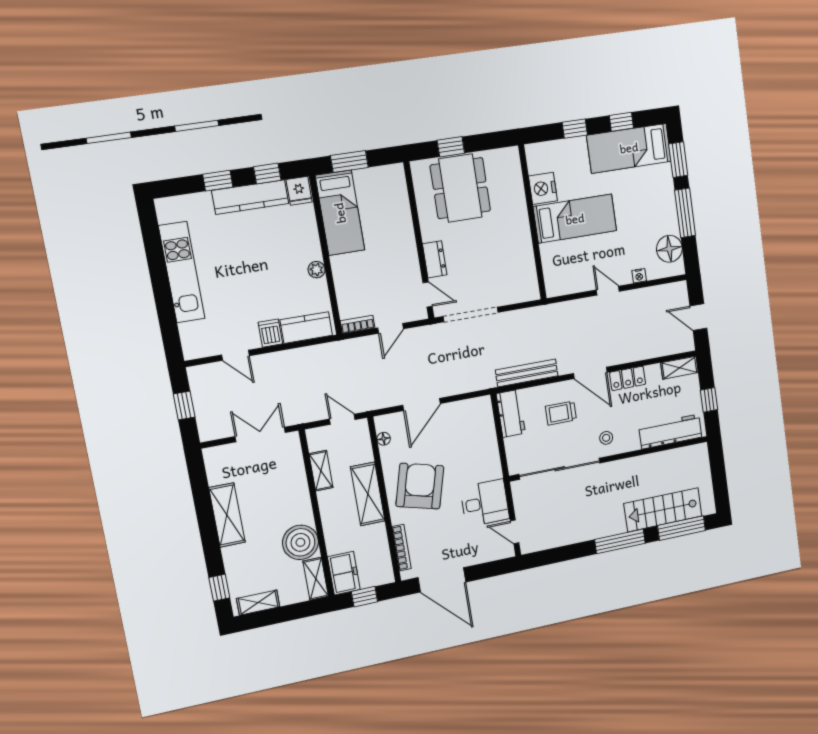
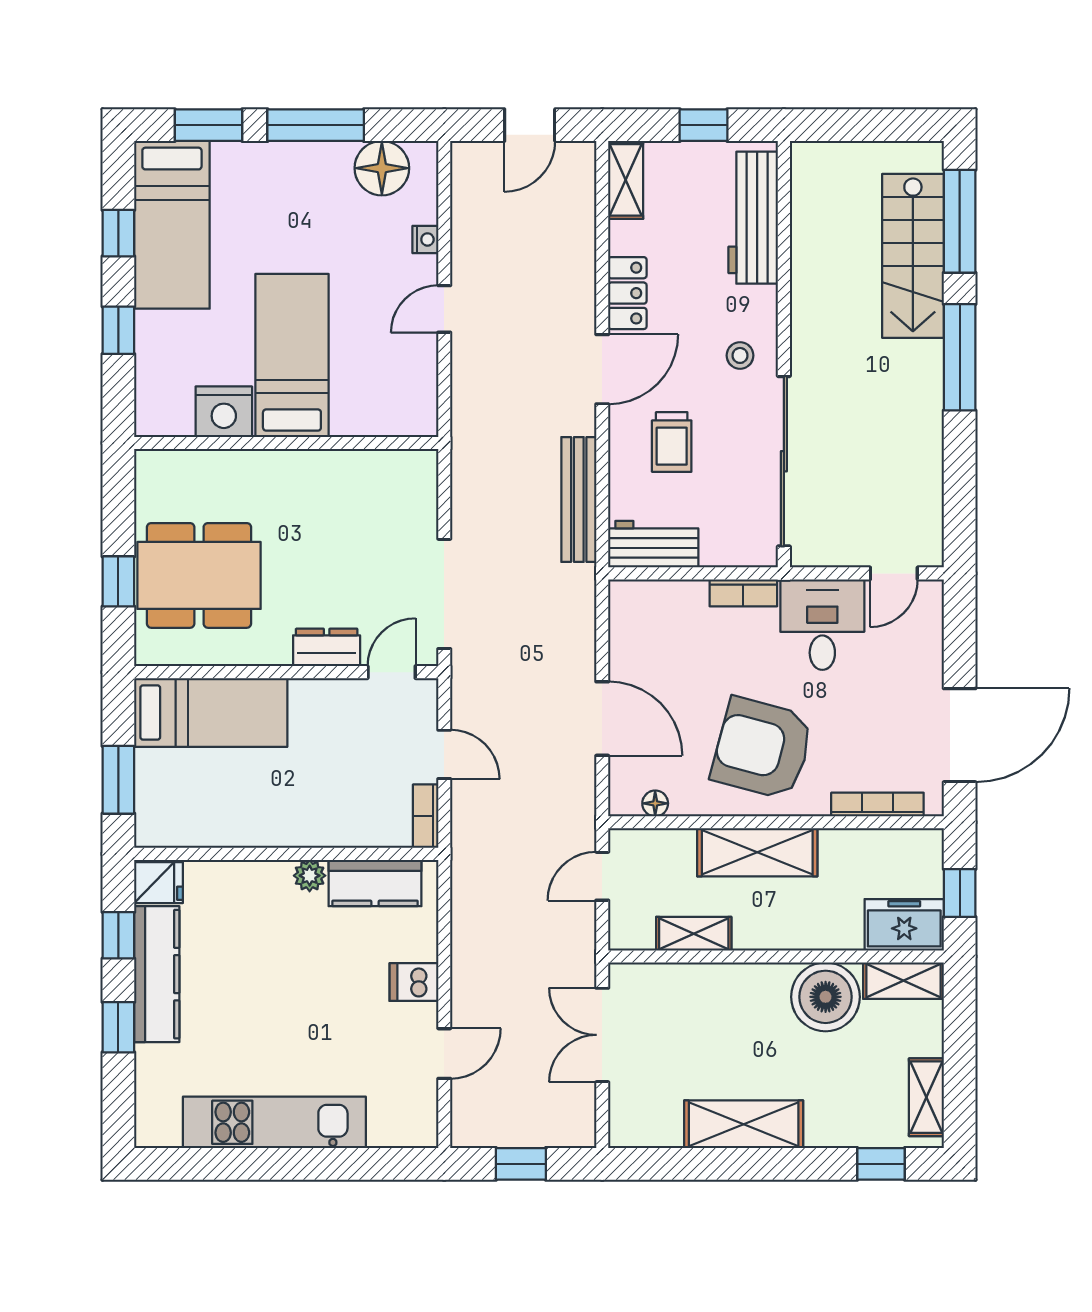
bed: (340, 213) -> (211, 713), moved
kitchen counter: (306, 328) -> (375, 883), moved, turned -90
bookcase: (494, 462) -> (743, 593), added

